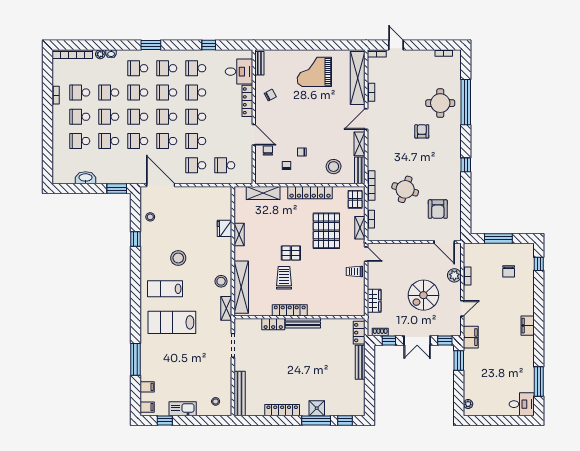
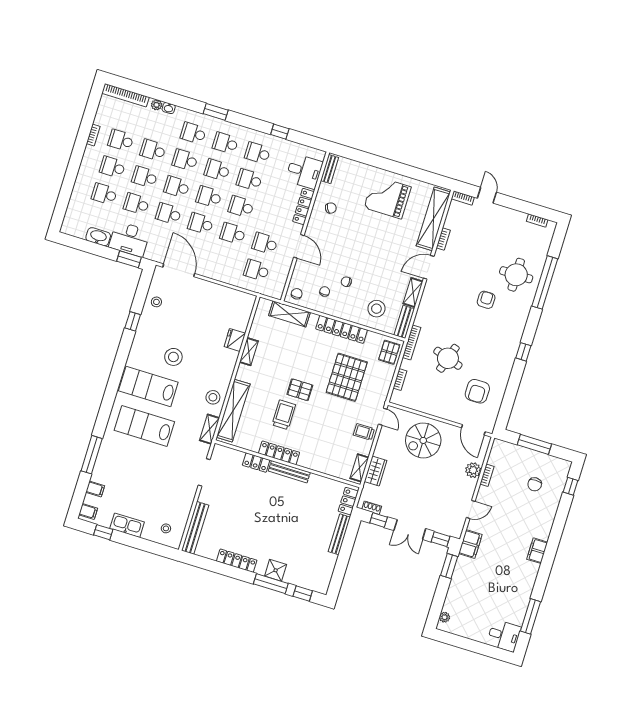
chair: (268, 150) -> (297, 294), moved
school desk: (196, 165) -> (265, 243), moved
desk: (112, 172) -> (129, 239), added
shelving: (360, 228) -> (359, 468), moved
lab bench: (165, 289) -> (148, 387), width x1.36, depth x1.39
spiral stairs: (423, 295) -> (423, 440), moved

